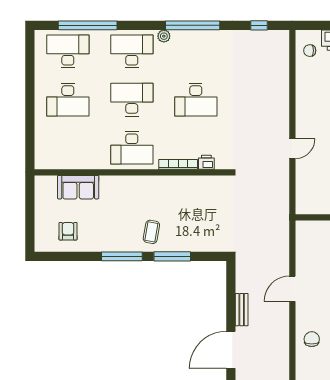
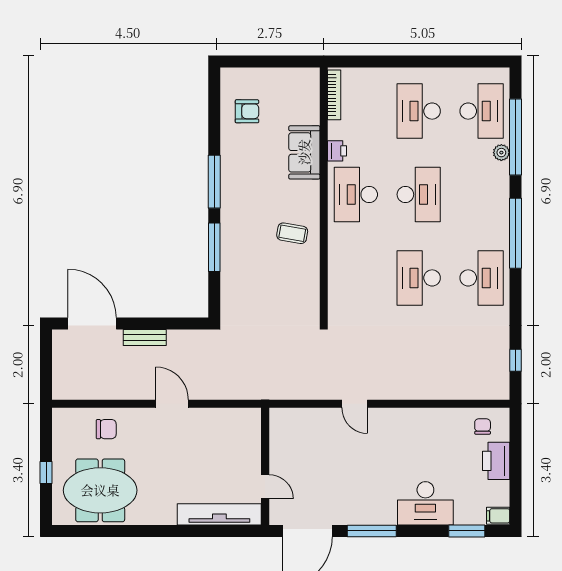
window: (193, 25) -> (516, 233), moved
plant: (164, 36) -> (501, 153), moved
desk: (132, 51) -> (482, 278), moved
printer: (206, 162) -> (337, 151), moved
bookcase: (178, 164) -> (334, 95), moved
sofa: (78, 187) -> (304, 152), moved
coffee table: (151, 232) -> (292, 233), moved

